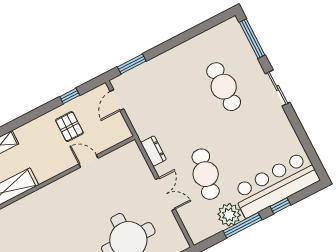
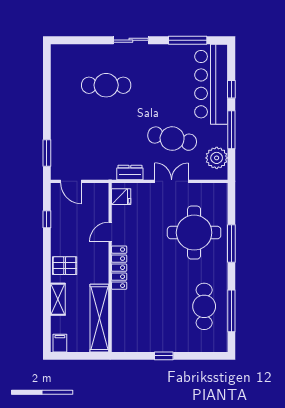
window: (252, 39) -> (188, 40), moved
pallet: (69, 127) -> (65, 266), moved
fridge: (127, 154) -> (121, 197), added
locker: (59, 187) -> (119, 268), added
plant: (229, 215) -> (217, 158), moved

